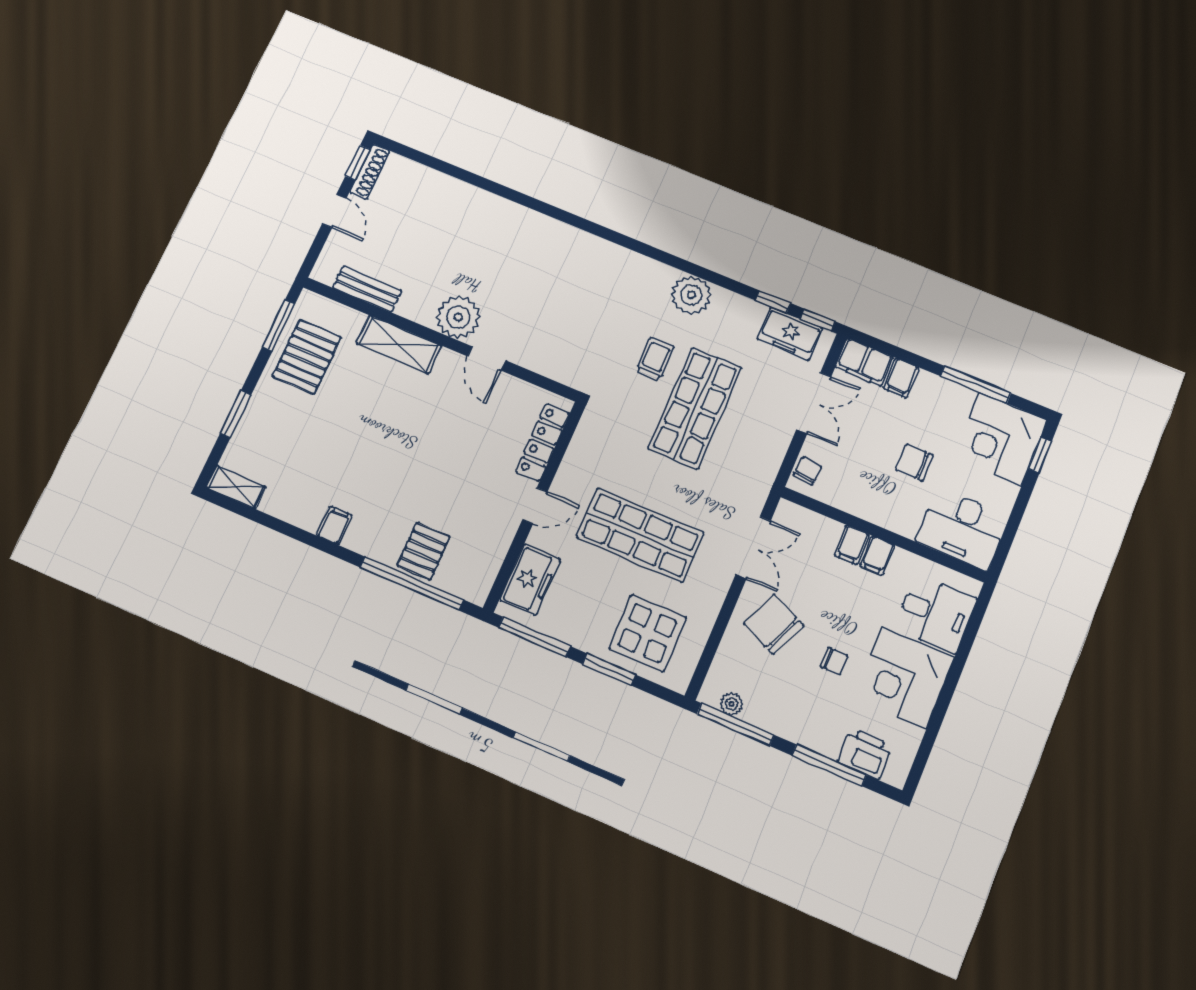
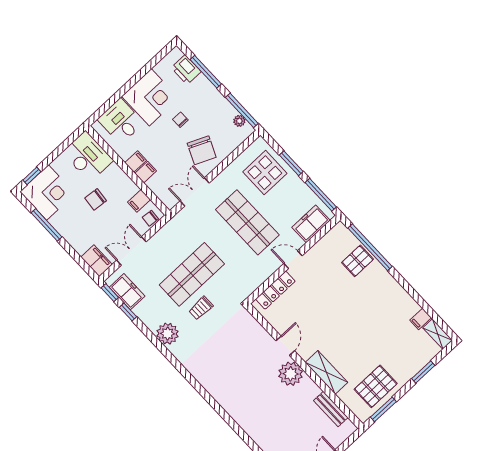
filing cabinet: (901, 378) -> (139, 201), moved, turned 180
chair: (914, 462) -> (96, 199), turned 96
filing cabinet: (334, 525) -> (421, 319), moved

